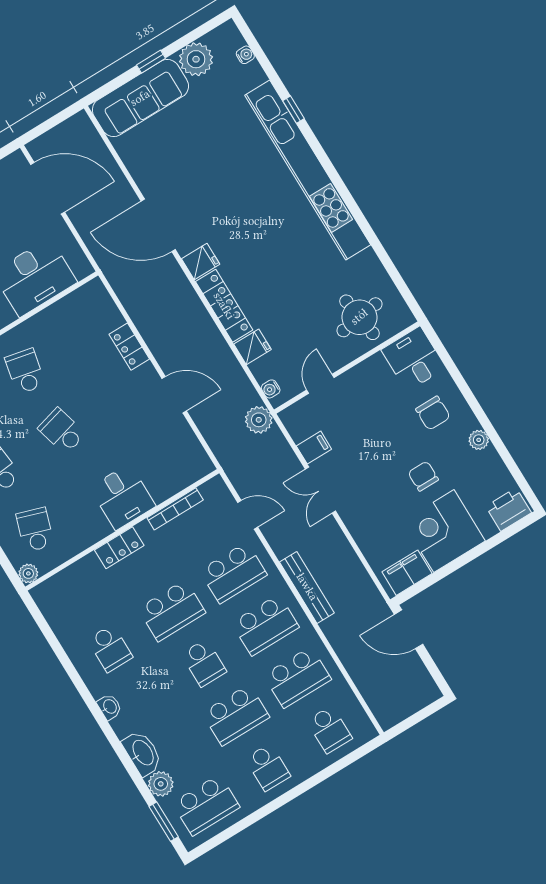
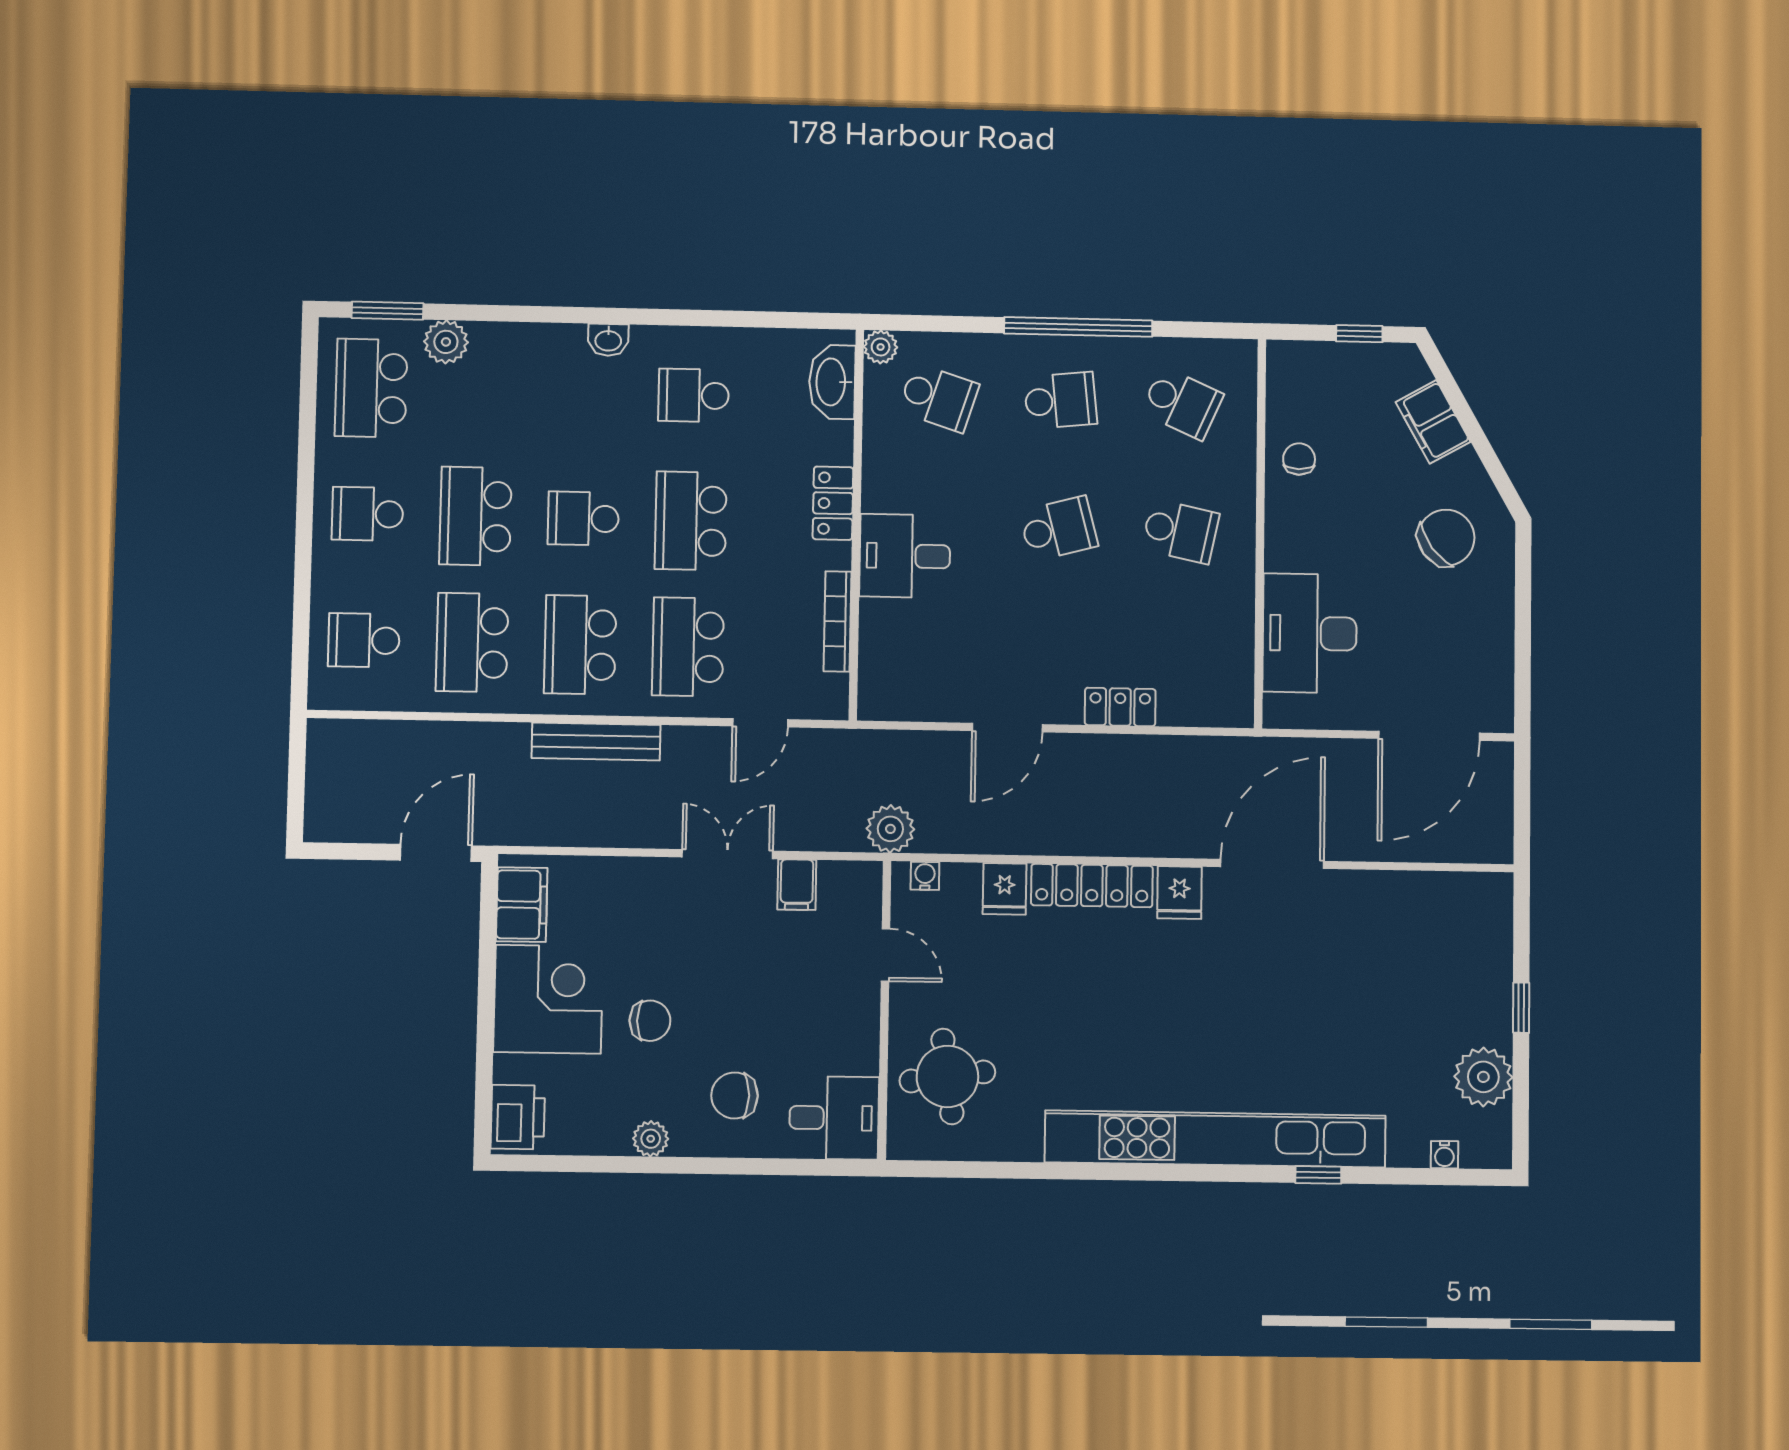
sofa: (140, 98) -> (1477, 958), removed
washbasin: (142, 753) -> (832, 382), moved, turned 90

